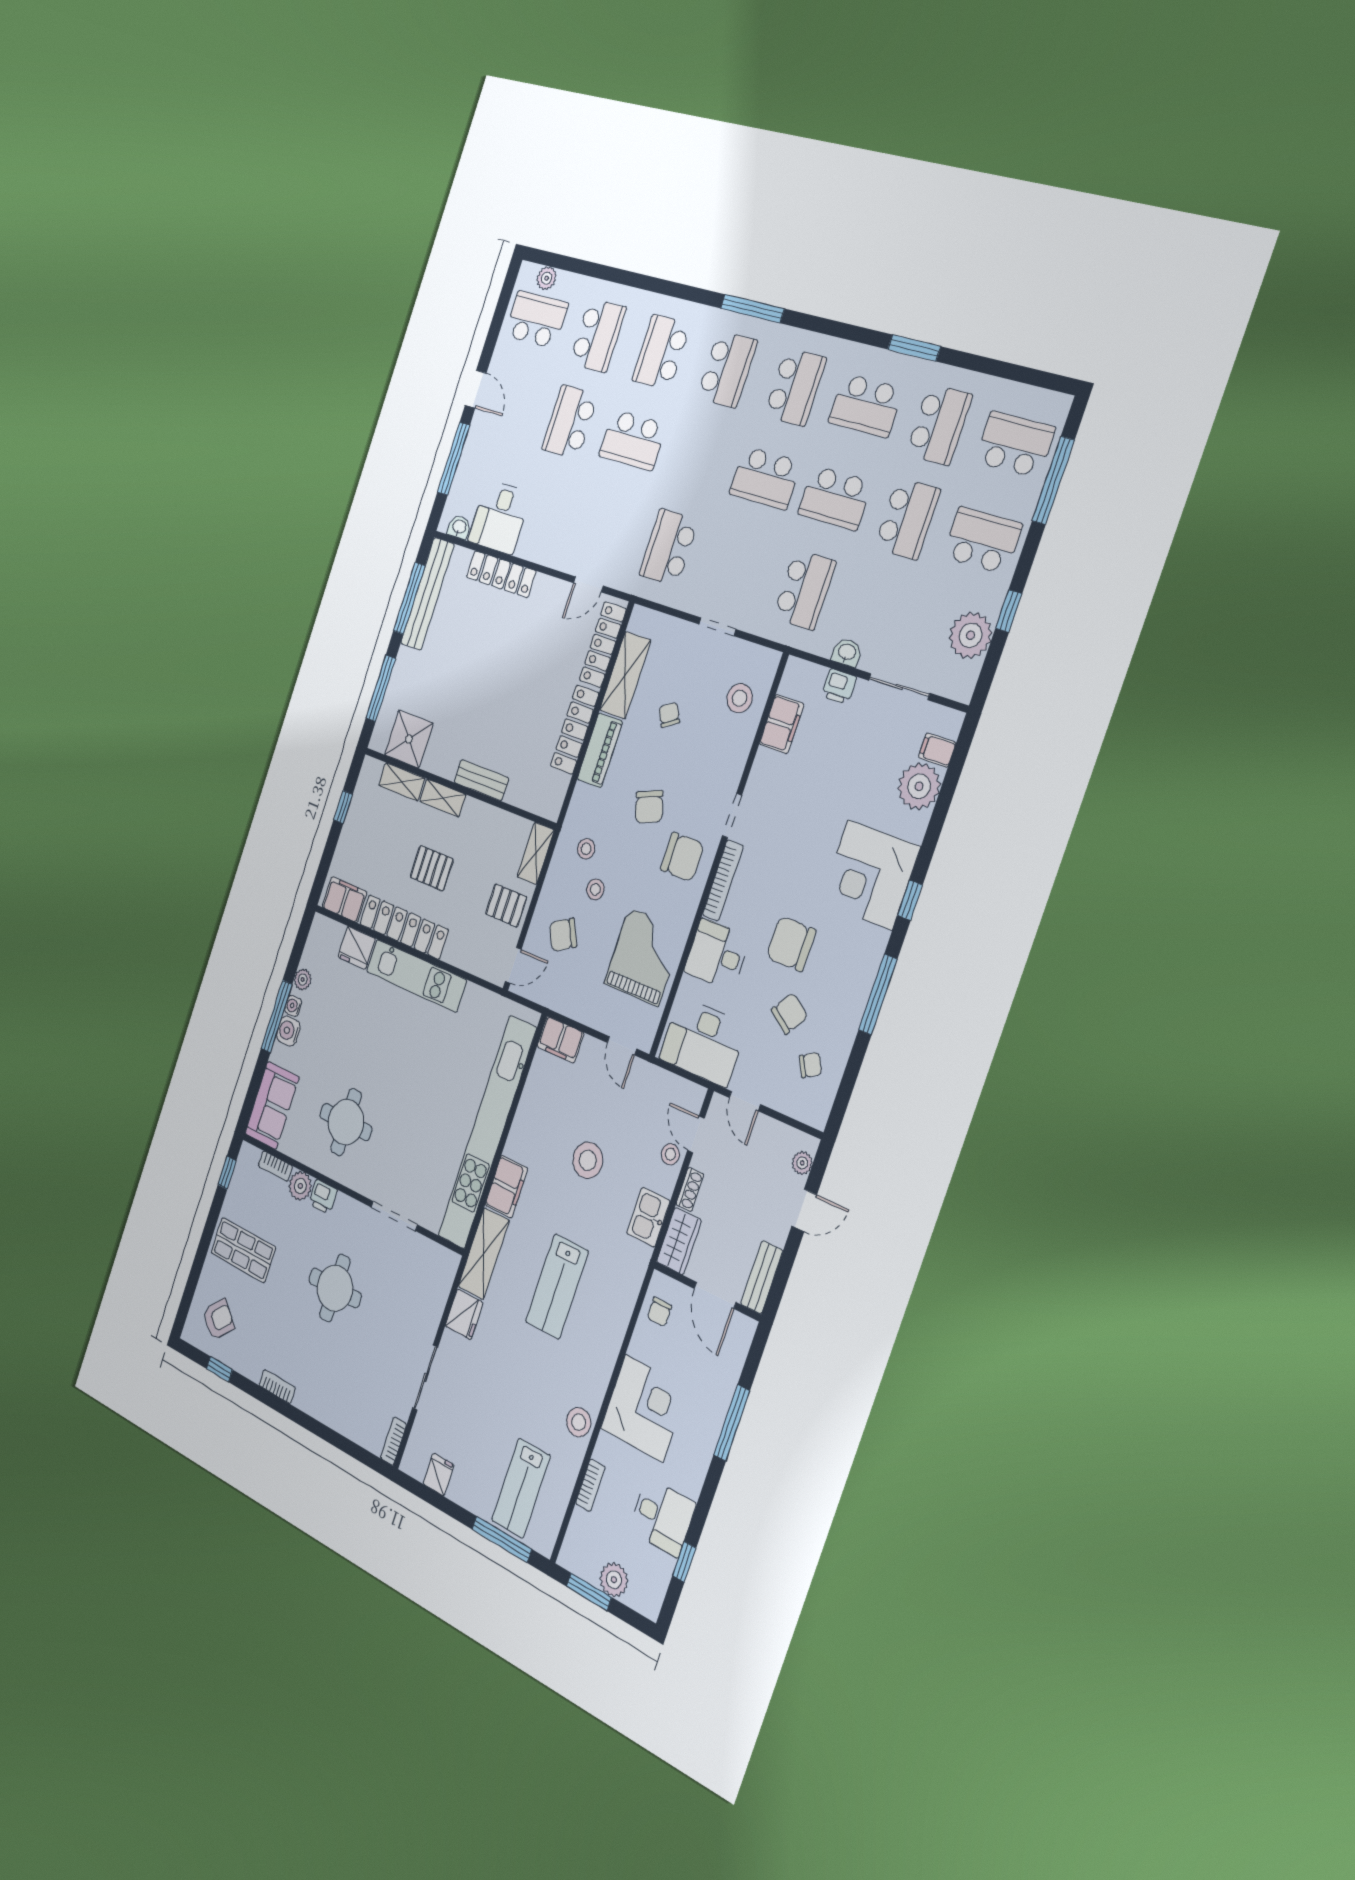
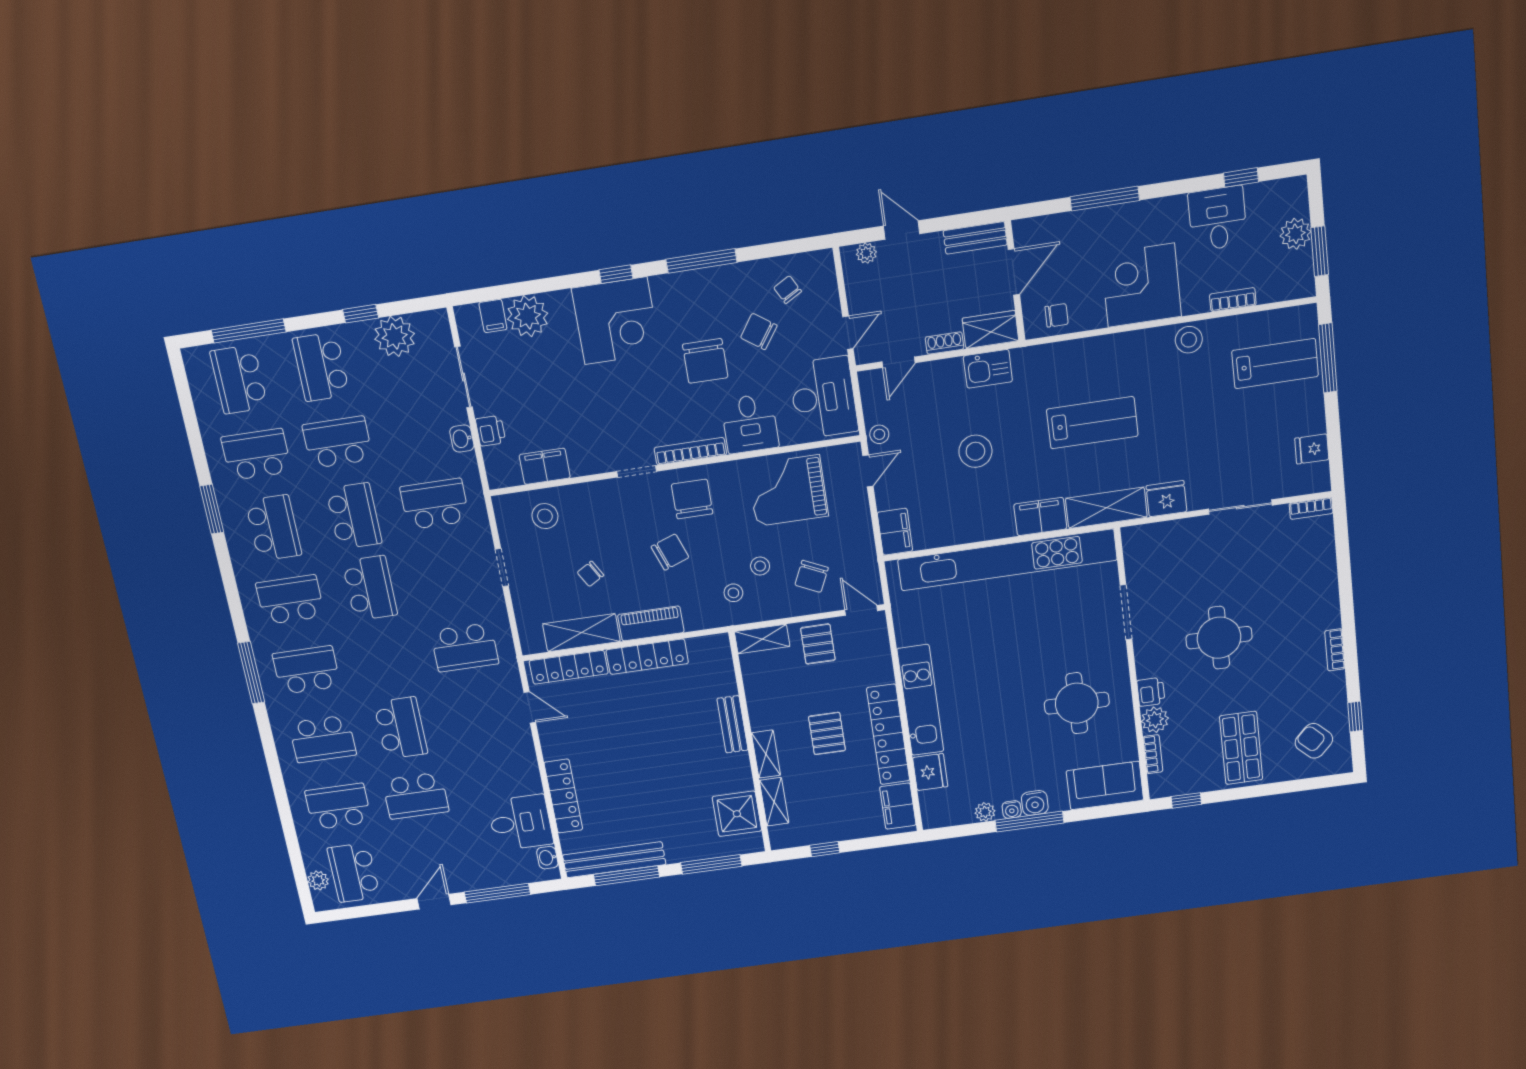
chair: (563, 935) -> (812, 576), turned 53
stool: (670, 1154) -> (879, 434), moved

